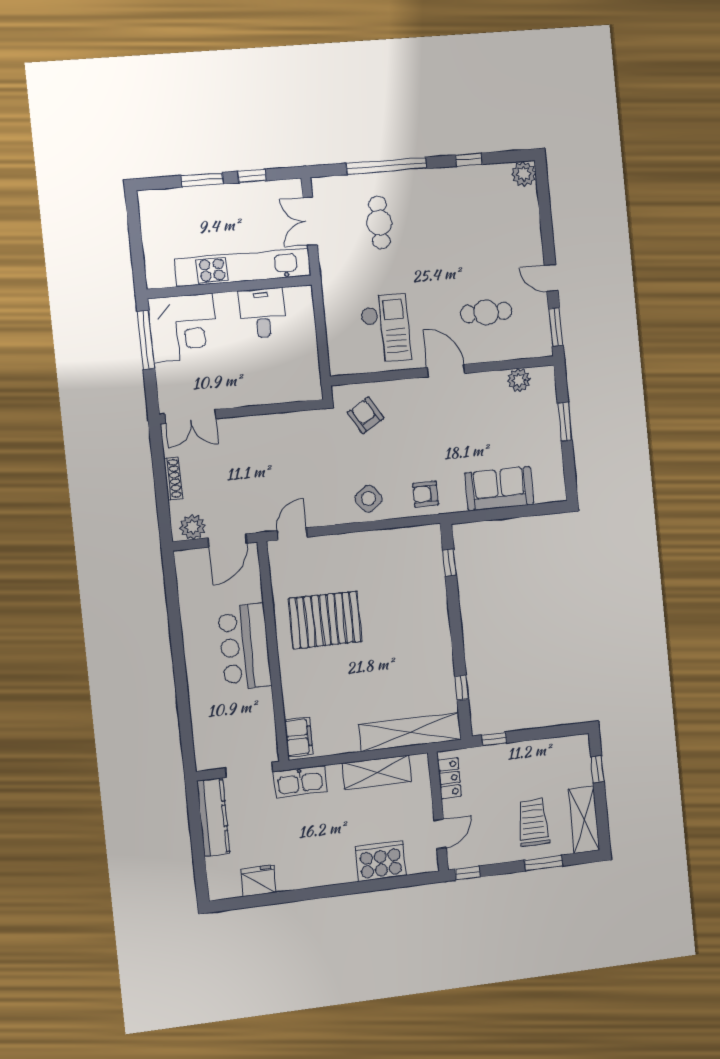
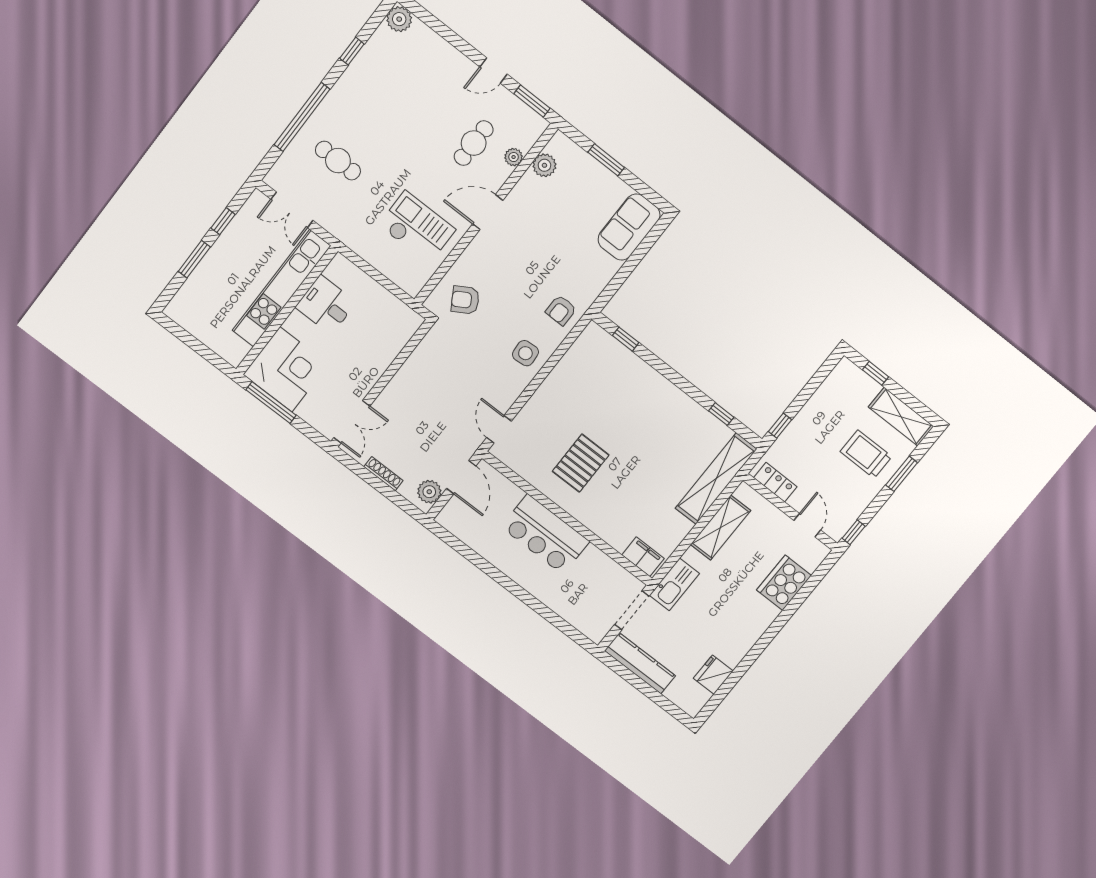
plant: (504, 352) -> (514, 157), added
sofa: (499, 489) -> (629, 227), moved
side table: (369, 498) -> (525, 353), turned 32
pallet: (325, 620) -> (581, 463), width x0.73, depth x0.71

